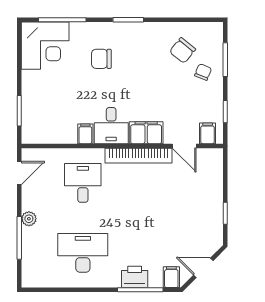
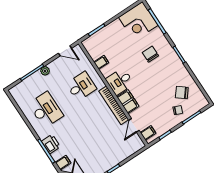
filing cabinet: (85, 134) -> (101, 62), moved

